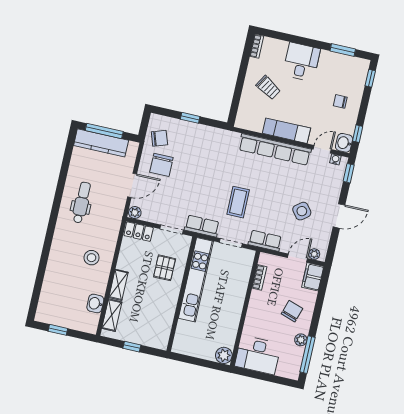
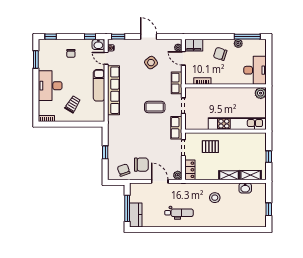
desk: (301, 62) -> (50, 86), width x1.37
kitchen counter: (101, 143) -> (136, 215), width x0.67
dental chair: (82, 202) -> (179, 213), turned 180
kitchen unit: (196, 280) -> (237, 124), moved

